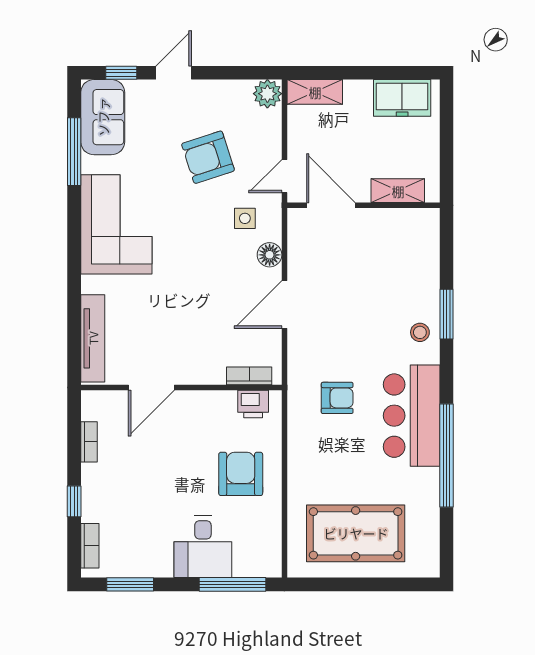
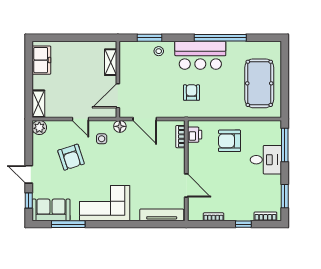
shelving: (398, 191) -> (111, 62), moved
door: (331, 205) -> (118, 96), moved
wall: (363, 205) -> (118, 79), moved

